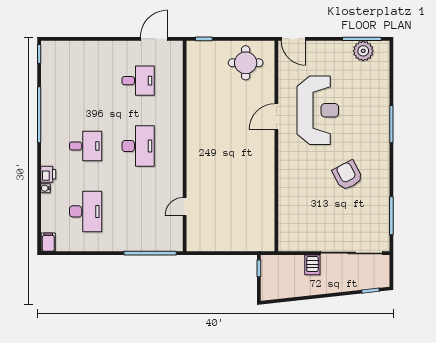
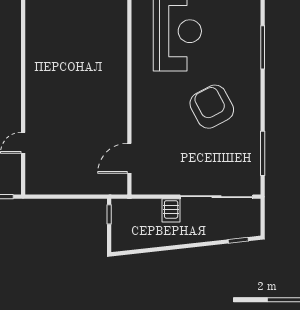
door: (276, 117) -> (129, 158), moved
armchair: (348, 175) -> (212, 107), width x1.36, depth x1.36

